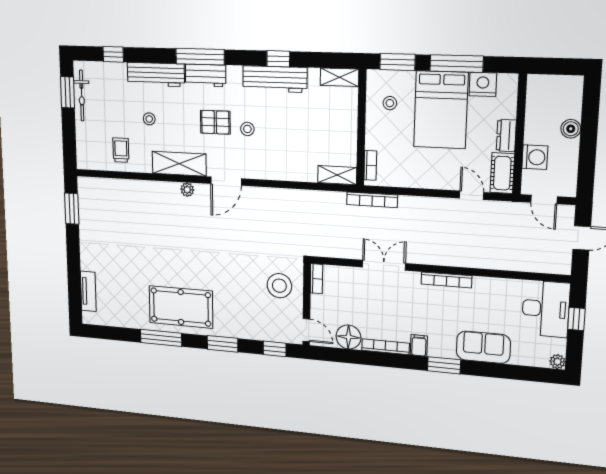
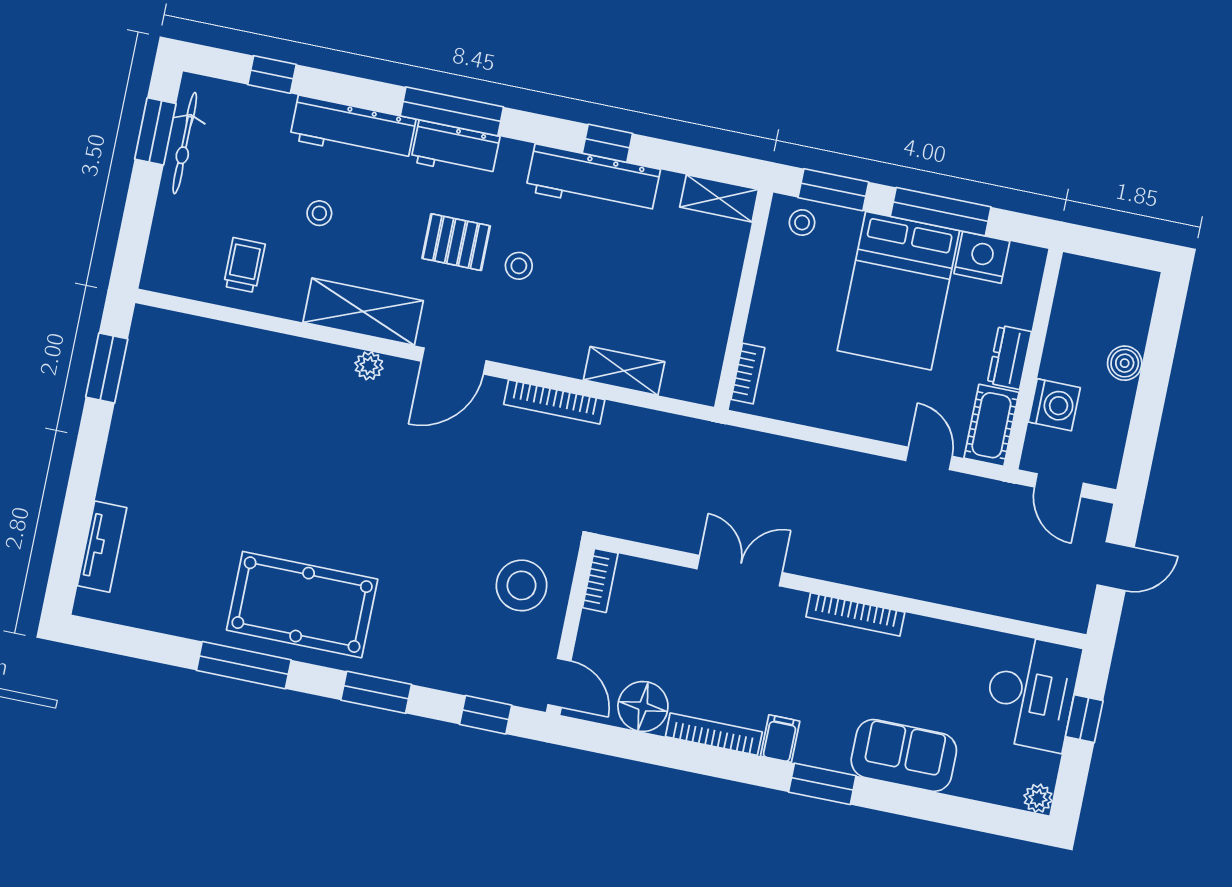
stool: (390, 103) -> (802, 223), moved
shelving: (337, 175) -> (624, 371), moved
bookcase: (372, 200) -> (554, 402), moved

